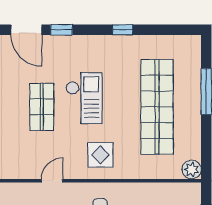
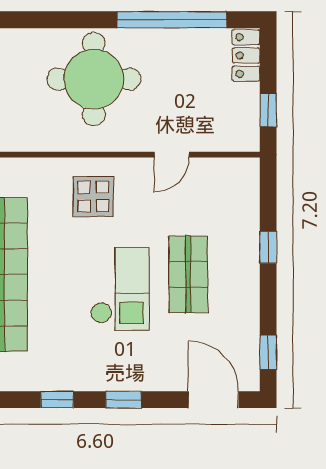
window: (62, 30) -> (124, 400), moved
checkout: (84, 98) -> (120, 289), turned 180

